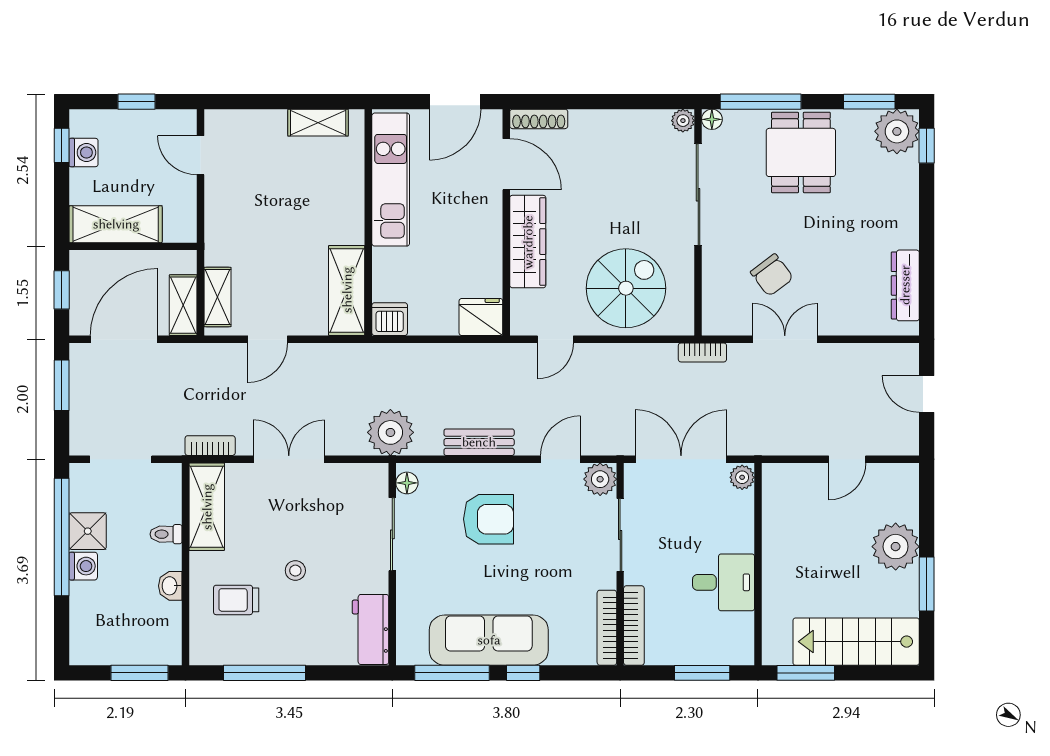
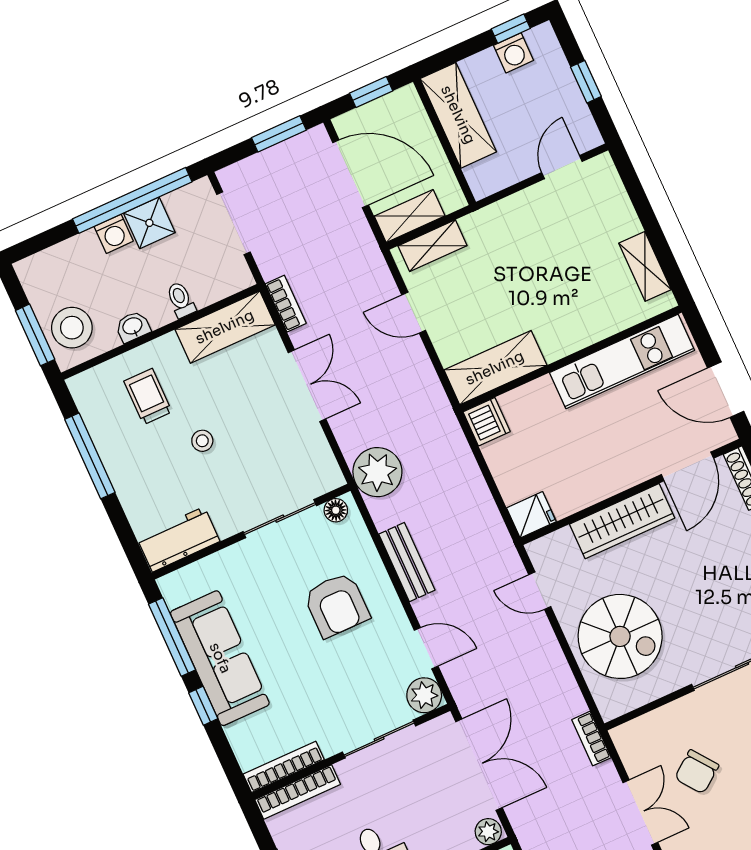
fridge: (481, 317) -> (531, 515), width x0.72
stool: (147, 638) -> (72, 328), added

